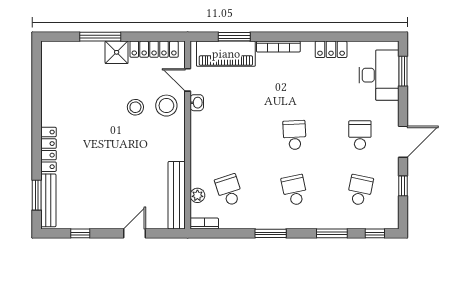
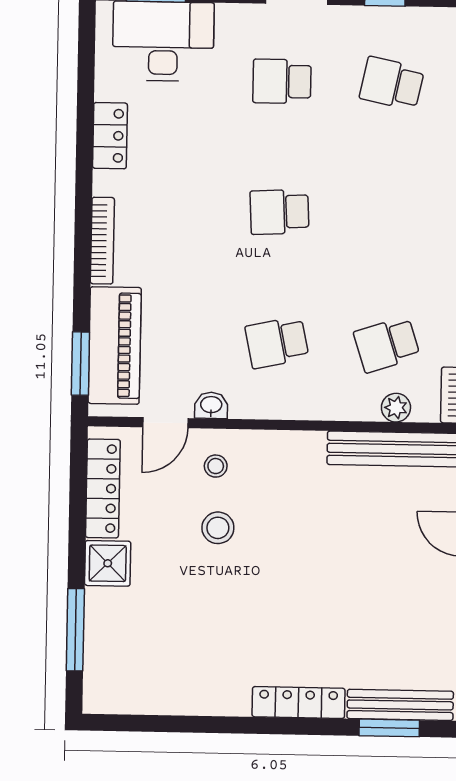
window: (100, 37) -> (75, 630), moved
window: (234, 37) -> (80, 364), moved
stool: (166, 106) -> (216, 466), width x0.53, depth x0.53
school desk: (294, 190) -> (277, 342), moved

